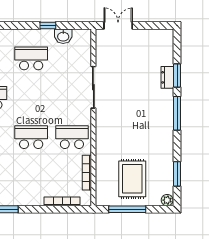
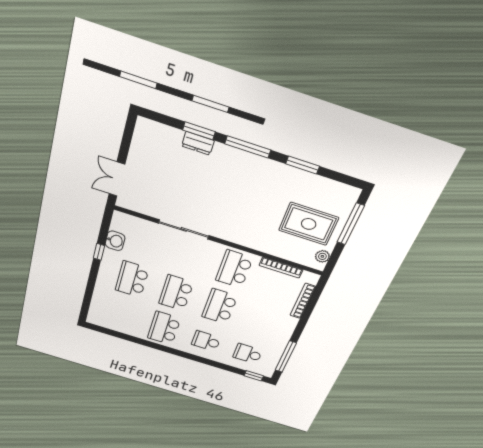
school desk: (31, 98) -> (176, 293), added
window: (177, 174) -> (303, 165), moved
plant: (167, 200) -> (322, 256), moved
window: (127, 209) -> (351, 224), moved

